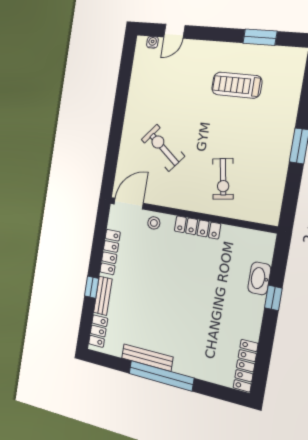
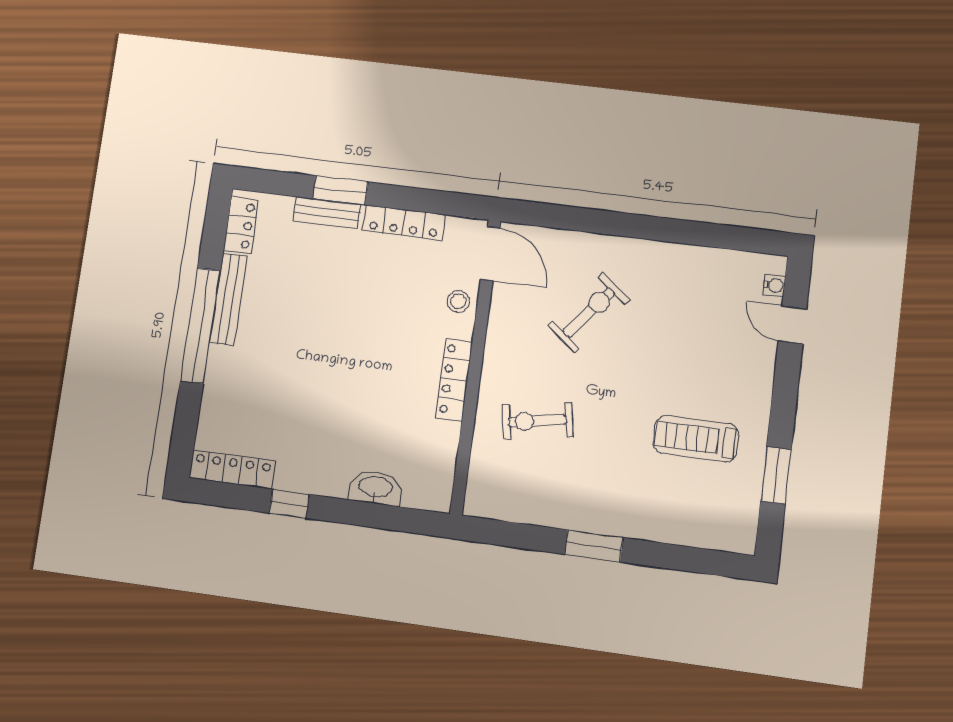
treadmill: (237, 85) -> (696, 439), turned -90
window: (92, 287) -> (340, 190), width x1.50
window: (273, 298) -> (289, 504), moved
locker: (98, 331) -> (241, 225), moved, turned -90

